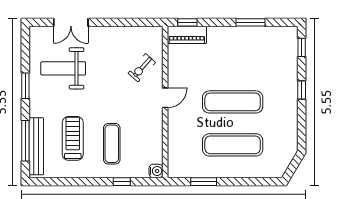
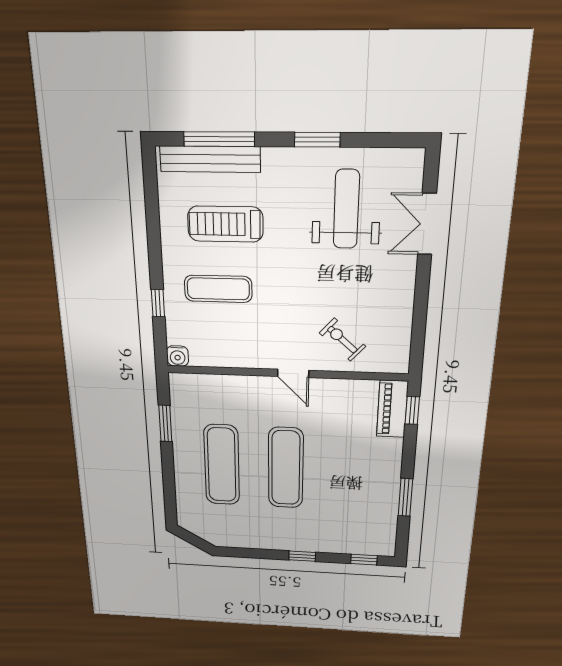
treadmill: (73, 138) -> (225, 224), turned 180

